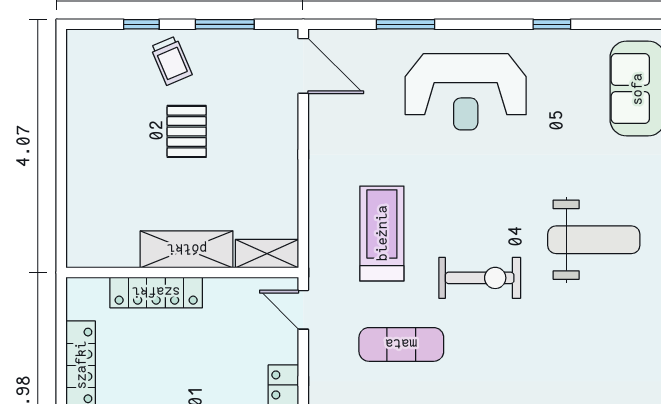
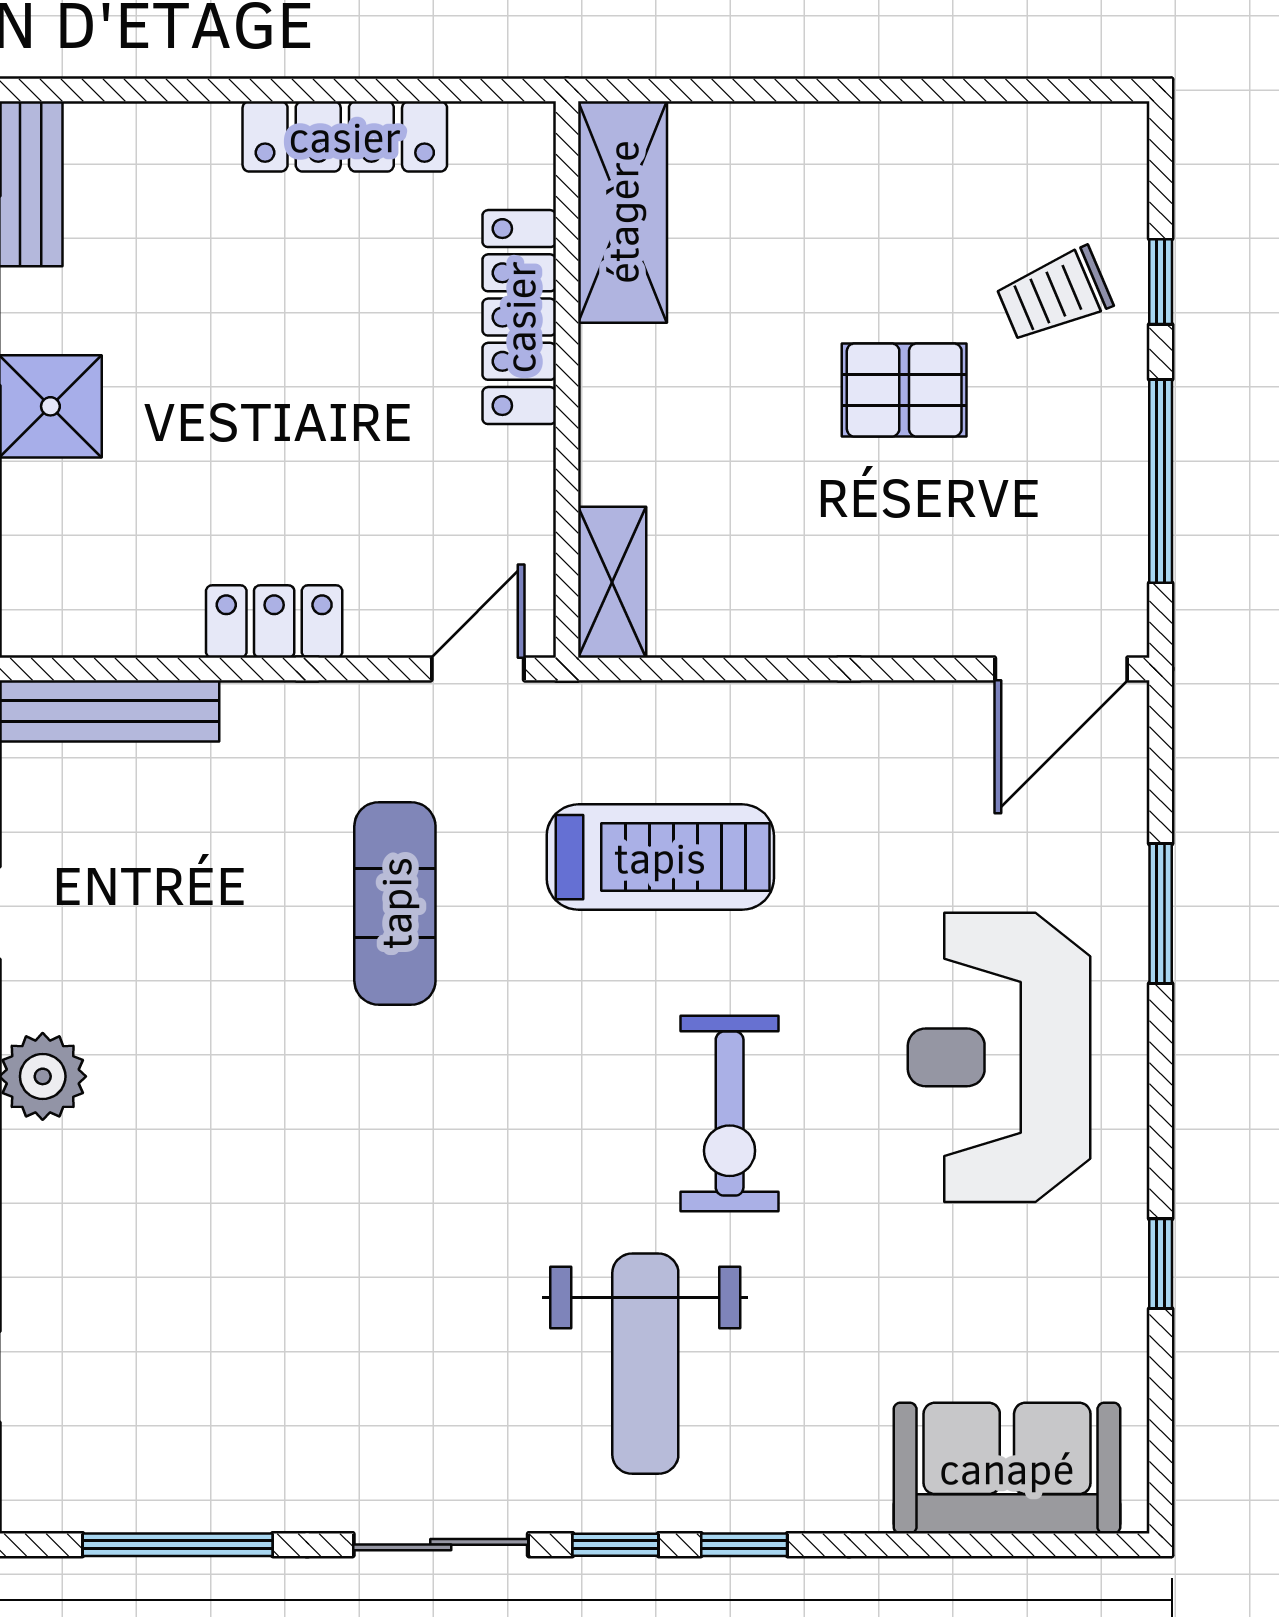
window: (225, 24) -> (1161, 481), width x1.44
trolley: (171, 61) -> (1054, 295), moved
shelving: (187, 249) -> (622, 212), moved
exercise bike: (480, 278) -> (730, 1114), moved

